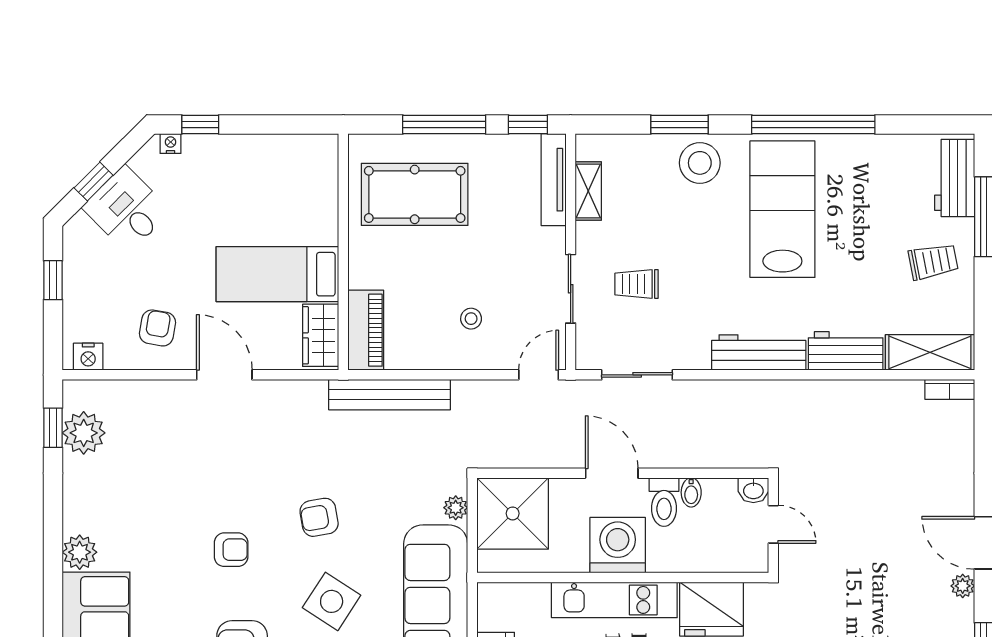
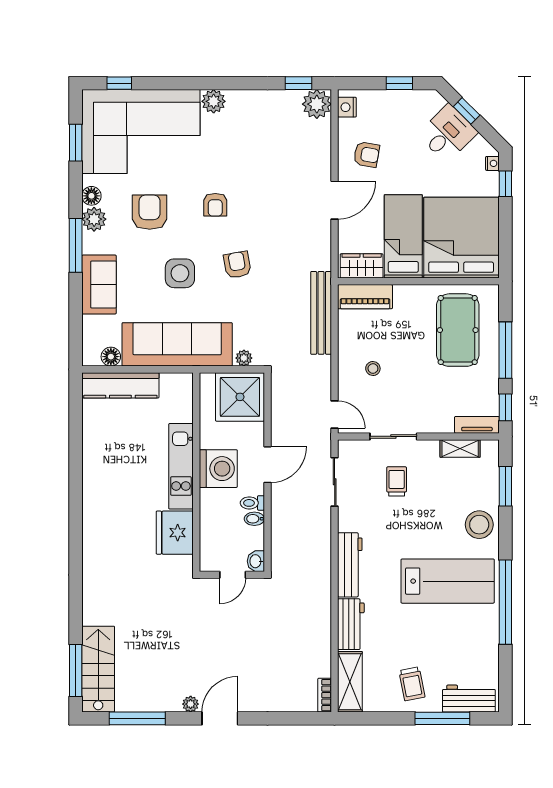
window: (680, 124) -> (505, 486), moved
tv unit: (554, 180) -> (477, 425), width x0.71
bed: (279, 190) -> (461, 238), added
plant: (84, 433) -> (317, 104), moved
toilet: (664, 502) -> (252, 503), width x0.73, depth x0.72
side table: (332, 601) -> (180, 273), turned -33

